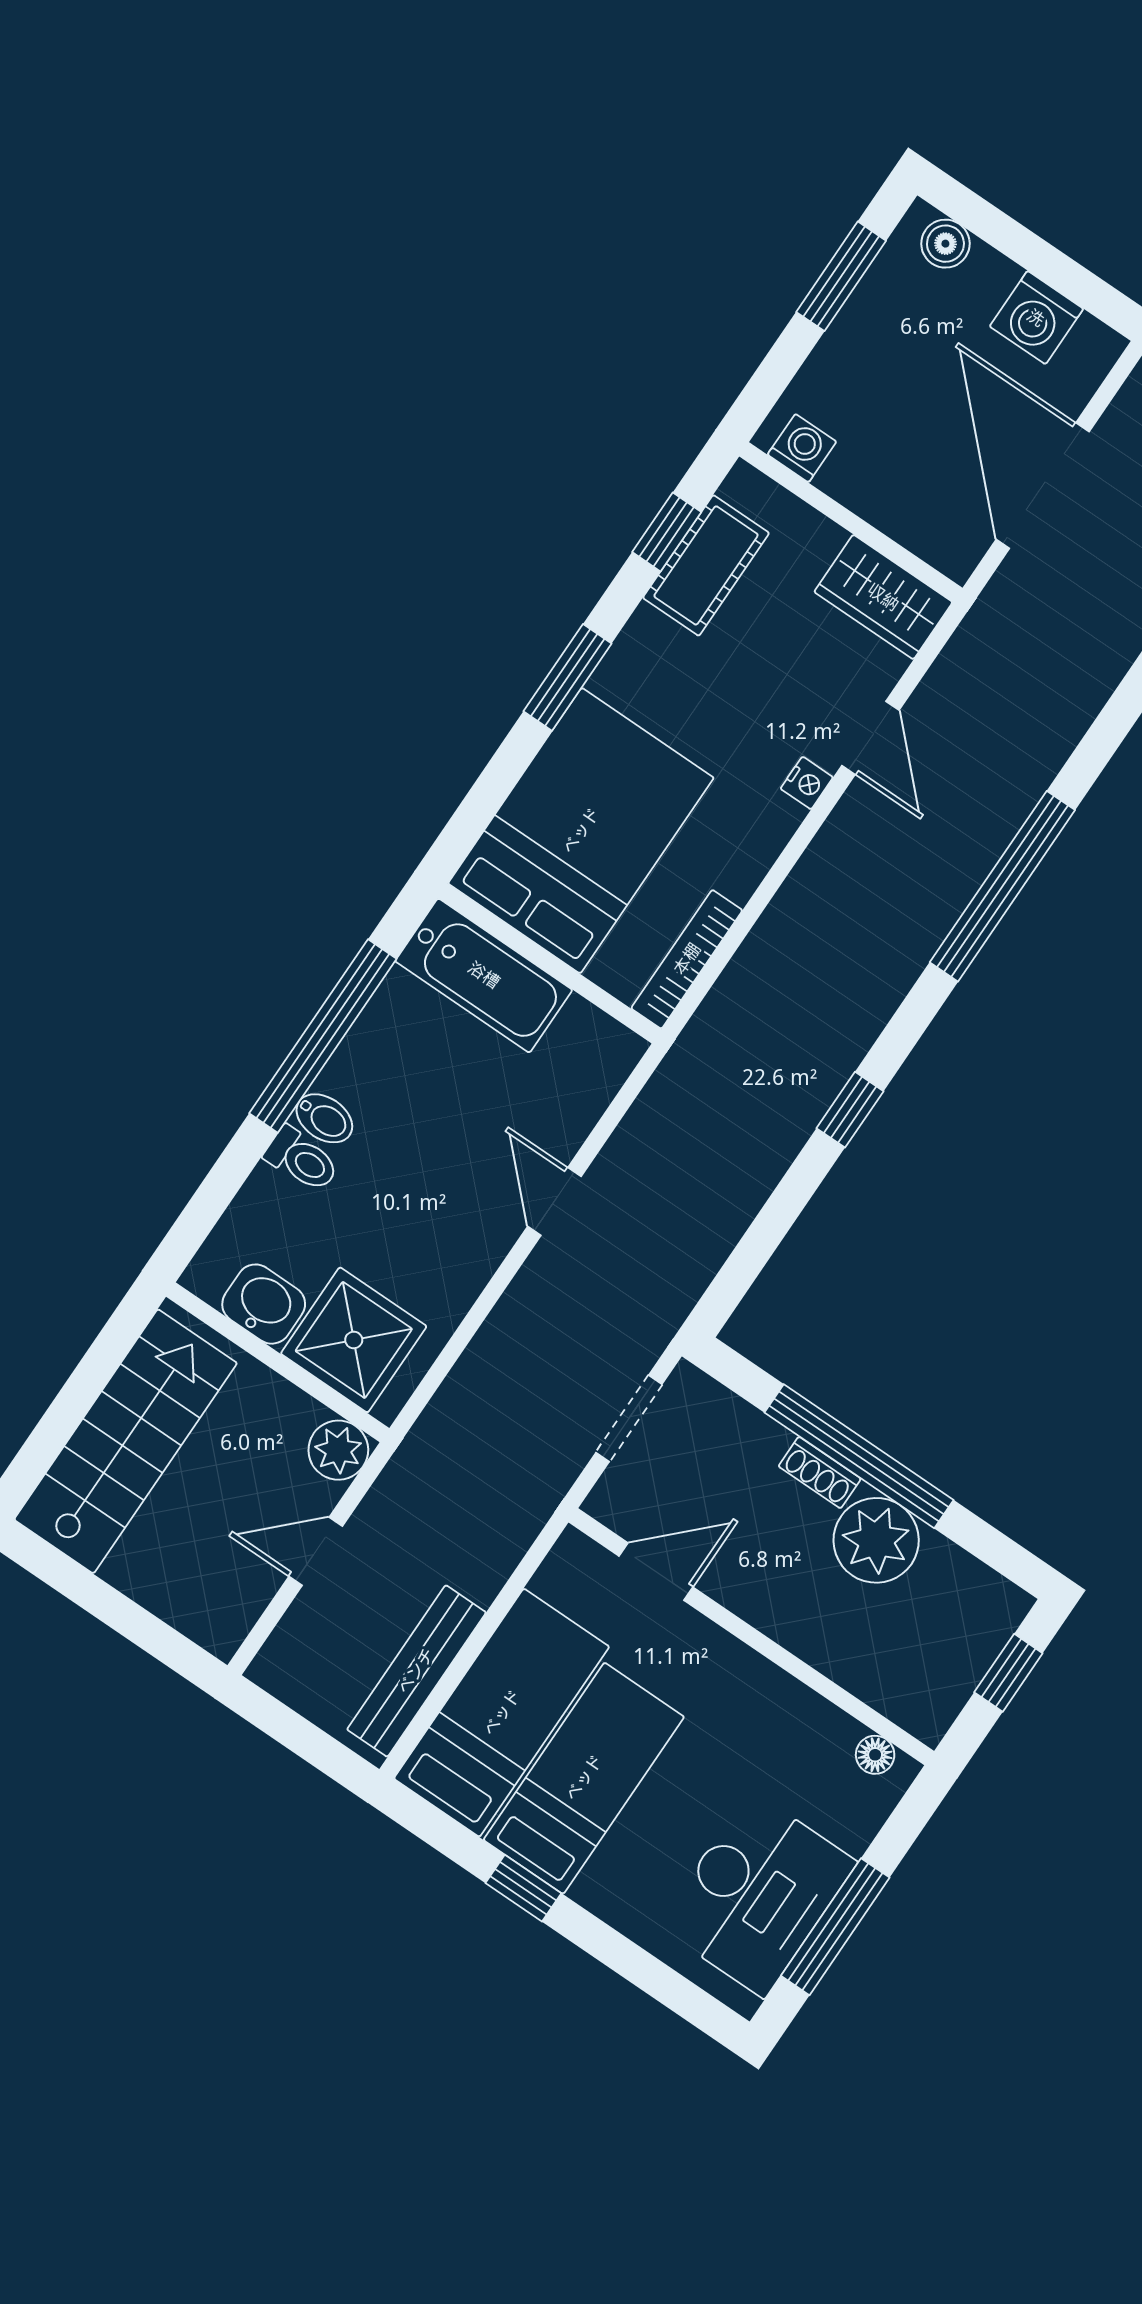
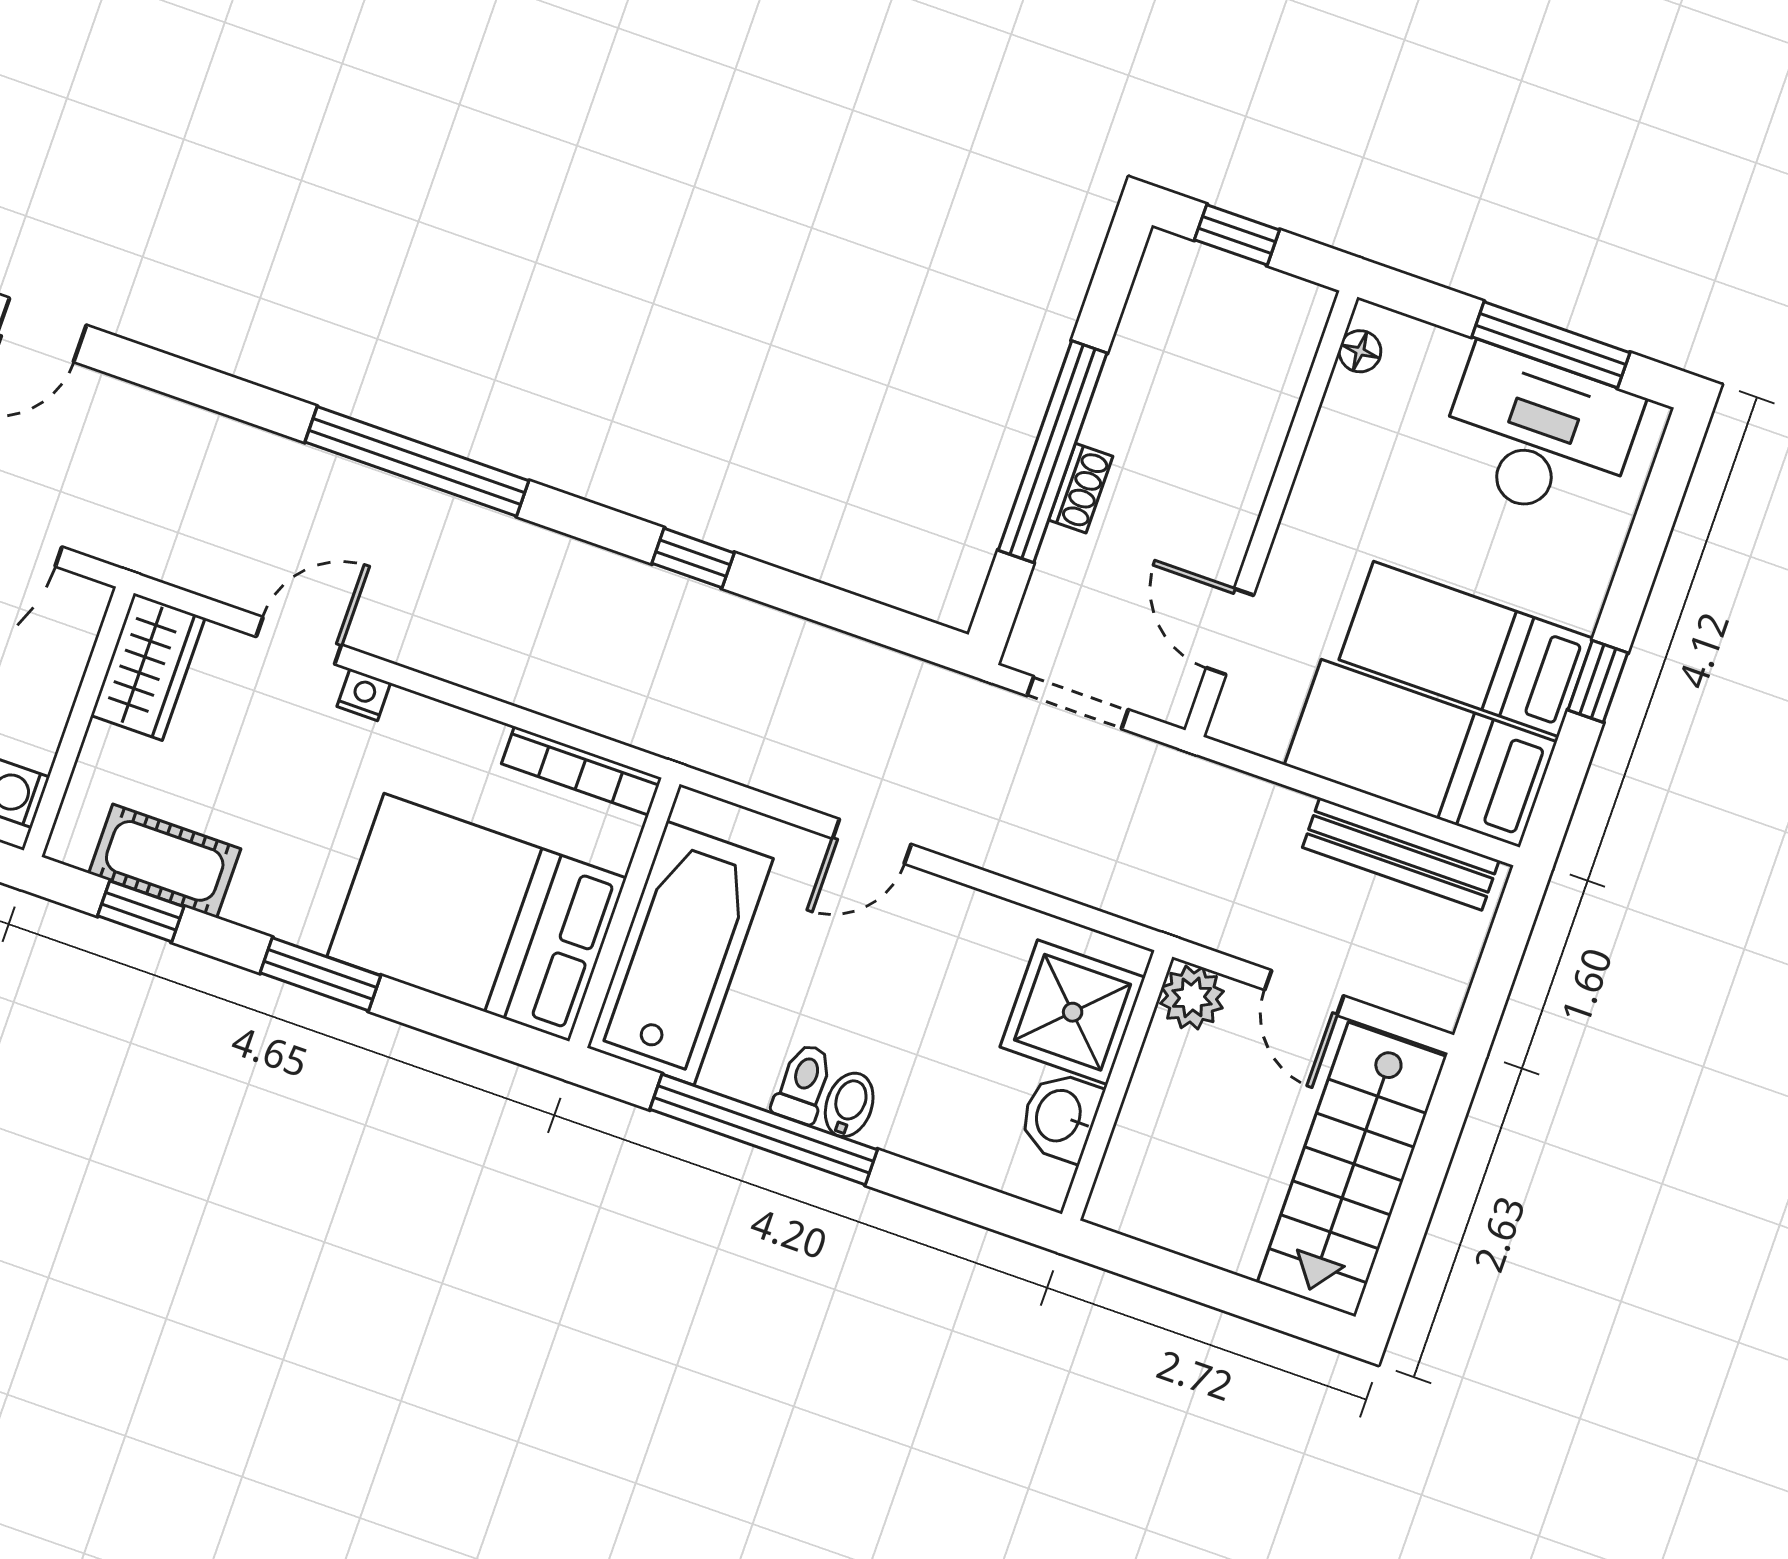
bathtub: (484, 975) -> (680, 953), width x1.36, depth x1.36
toilet: (302, 1159) -> (803, 1083), moved
stairs: (126, 1441) -> (1352, 1169), moved, turned -90
plant: (876, 1540) -> (1136, 410), removed

